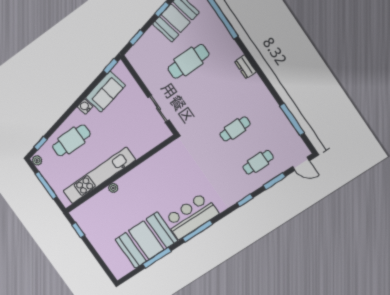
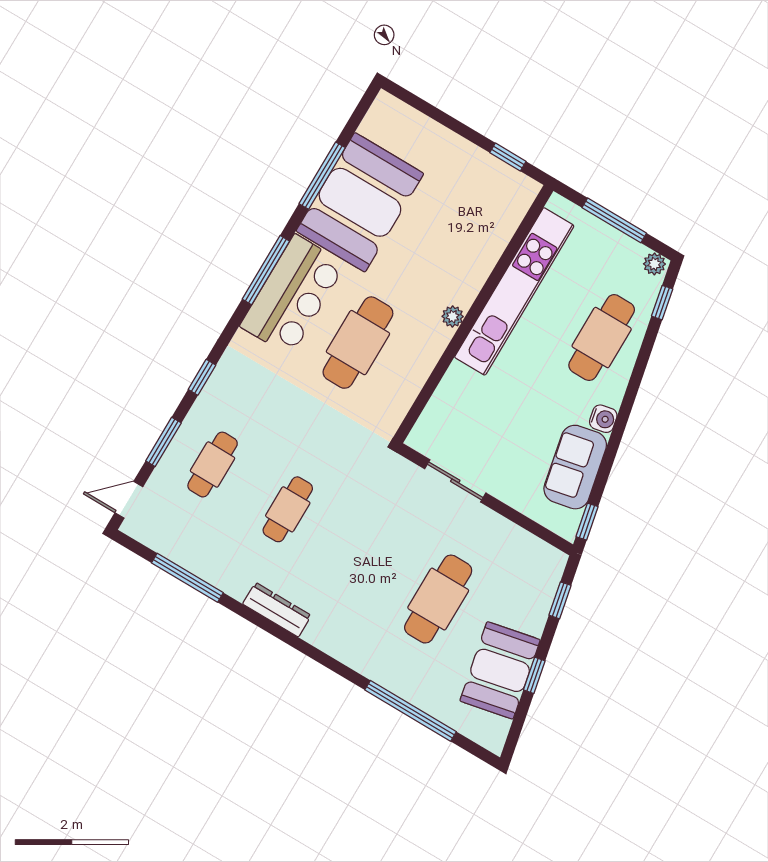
dresser: (245, 67) -> (277, 610), moved, width x1.44
cafe table: (173, 184) -> (358, 343), added
plant: (113, 188) -> (453, 316), moved

